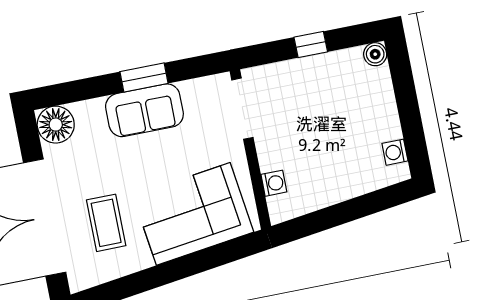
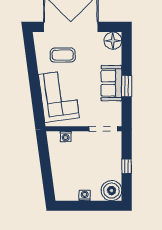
boiler: (375, 54) -> (111, 191), width x1.86, depth x1.86
washing machine: (395, 152) -> (85, 195), moved

